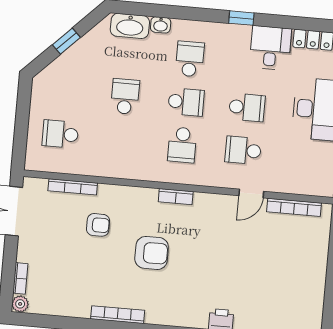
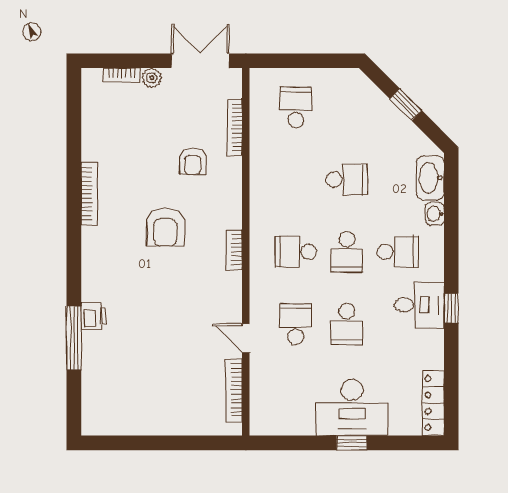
desk: (270, 48) -> (419, 305), moved
plant: (20, 304) -> (152, 78), moved

